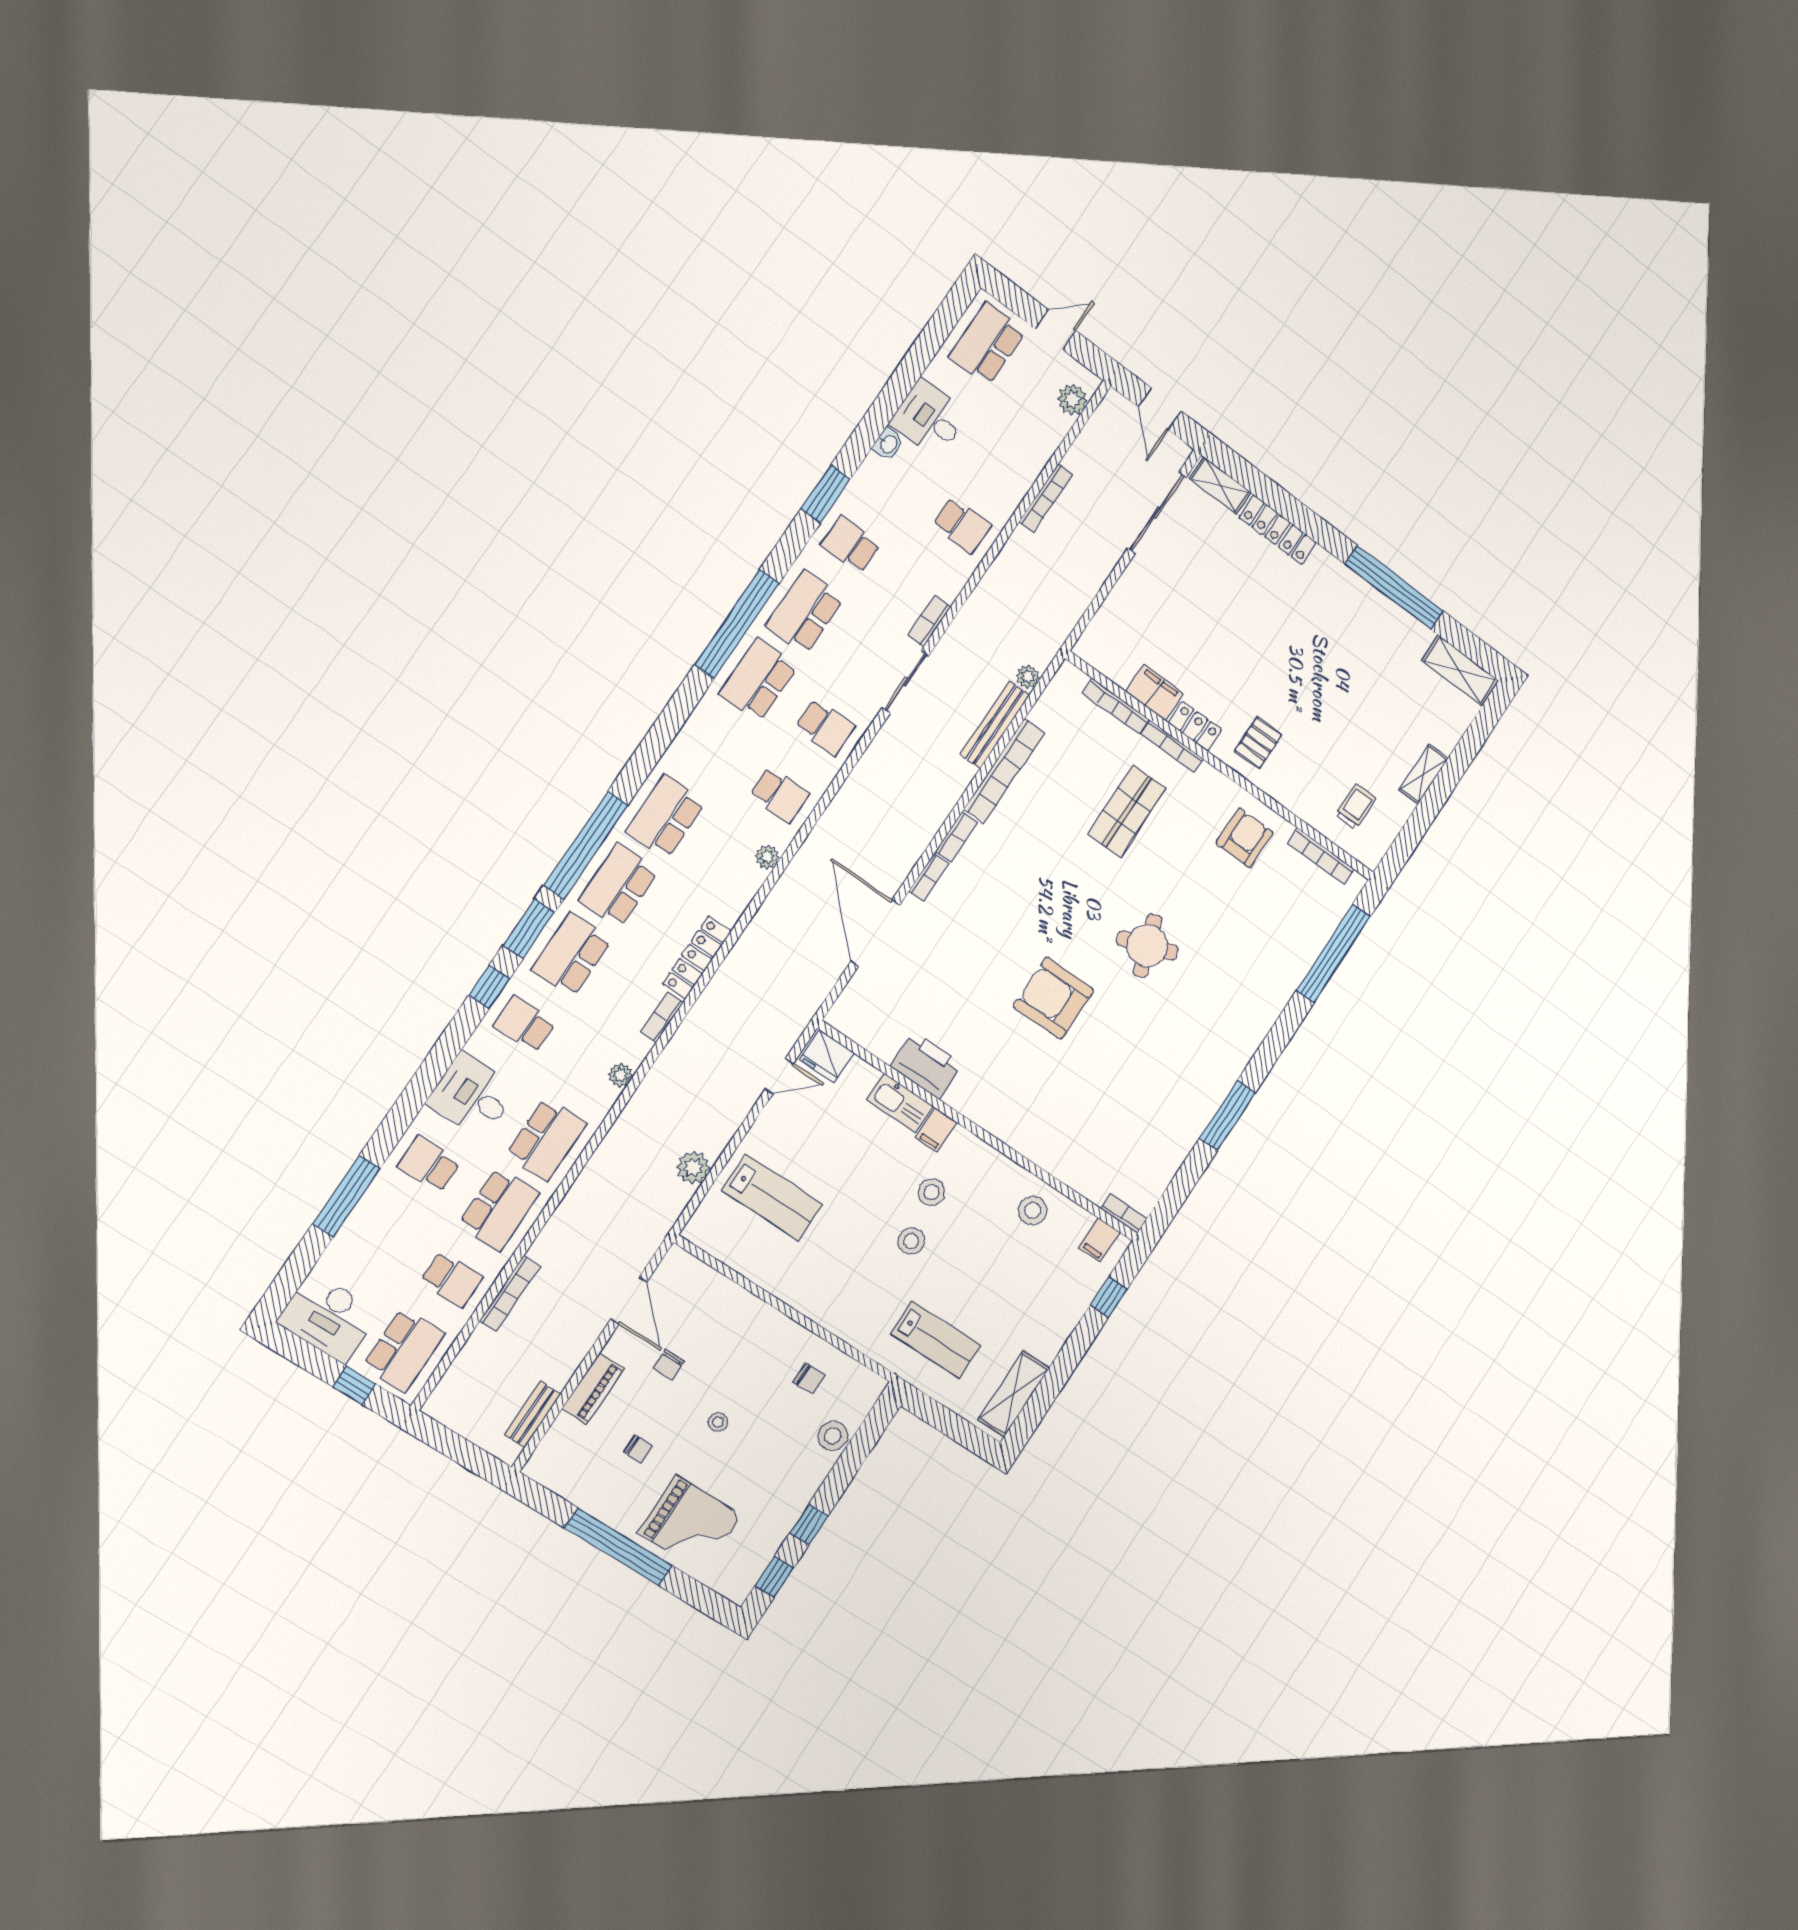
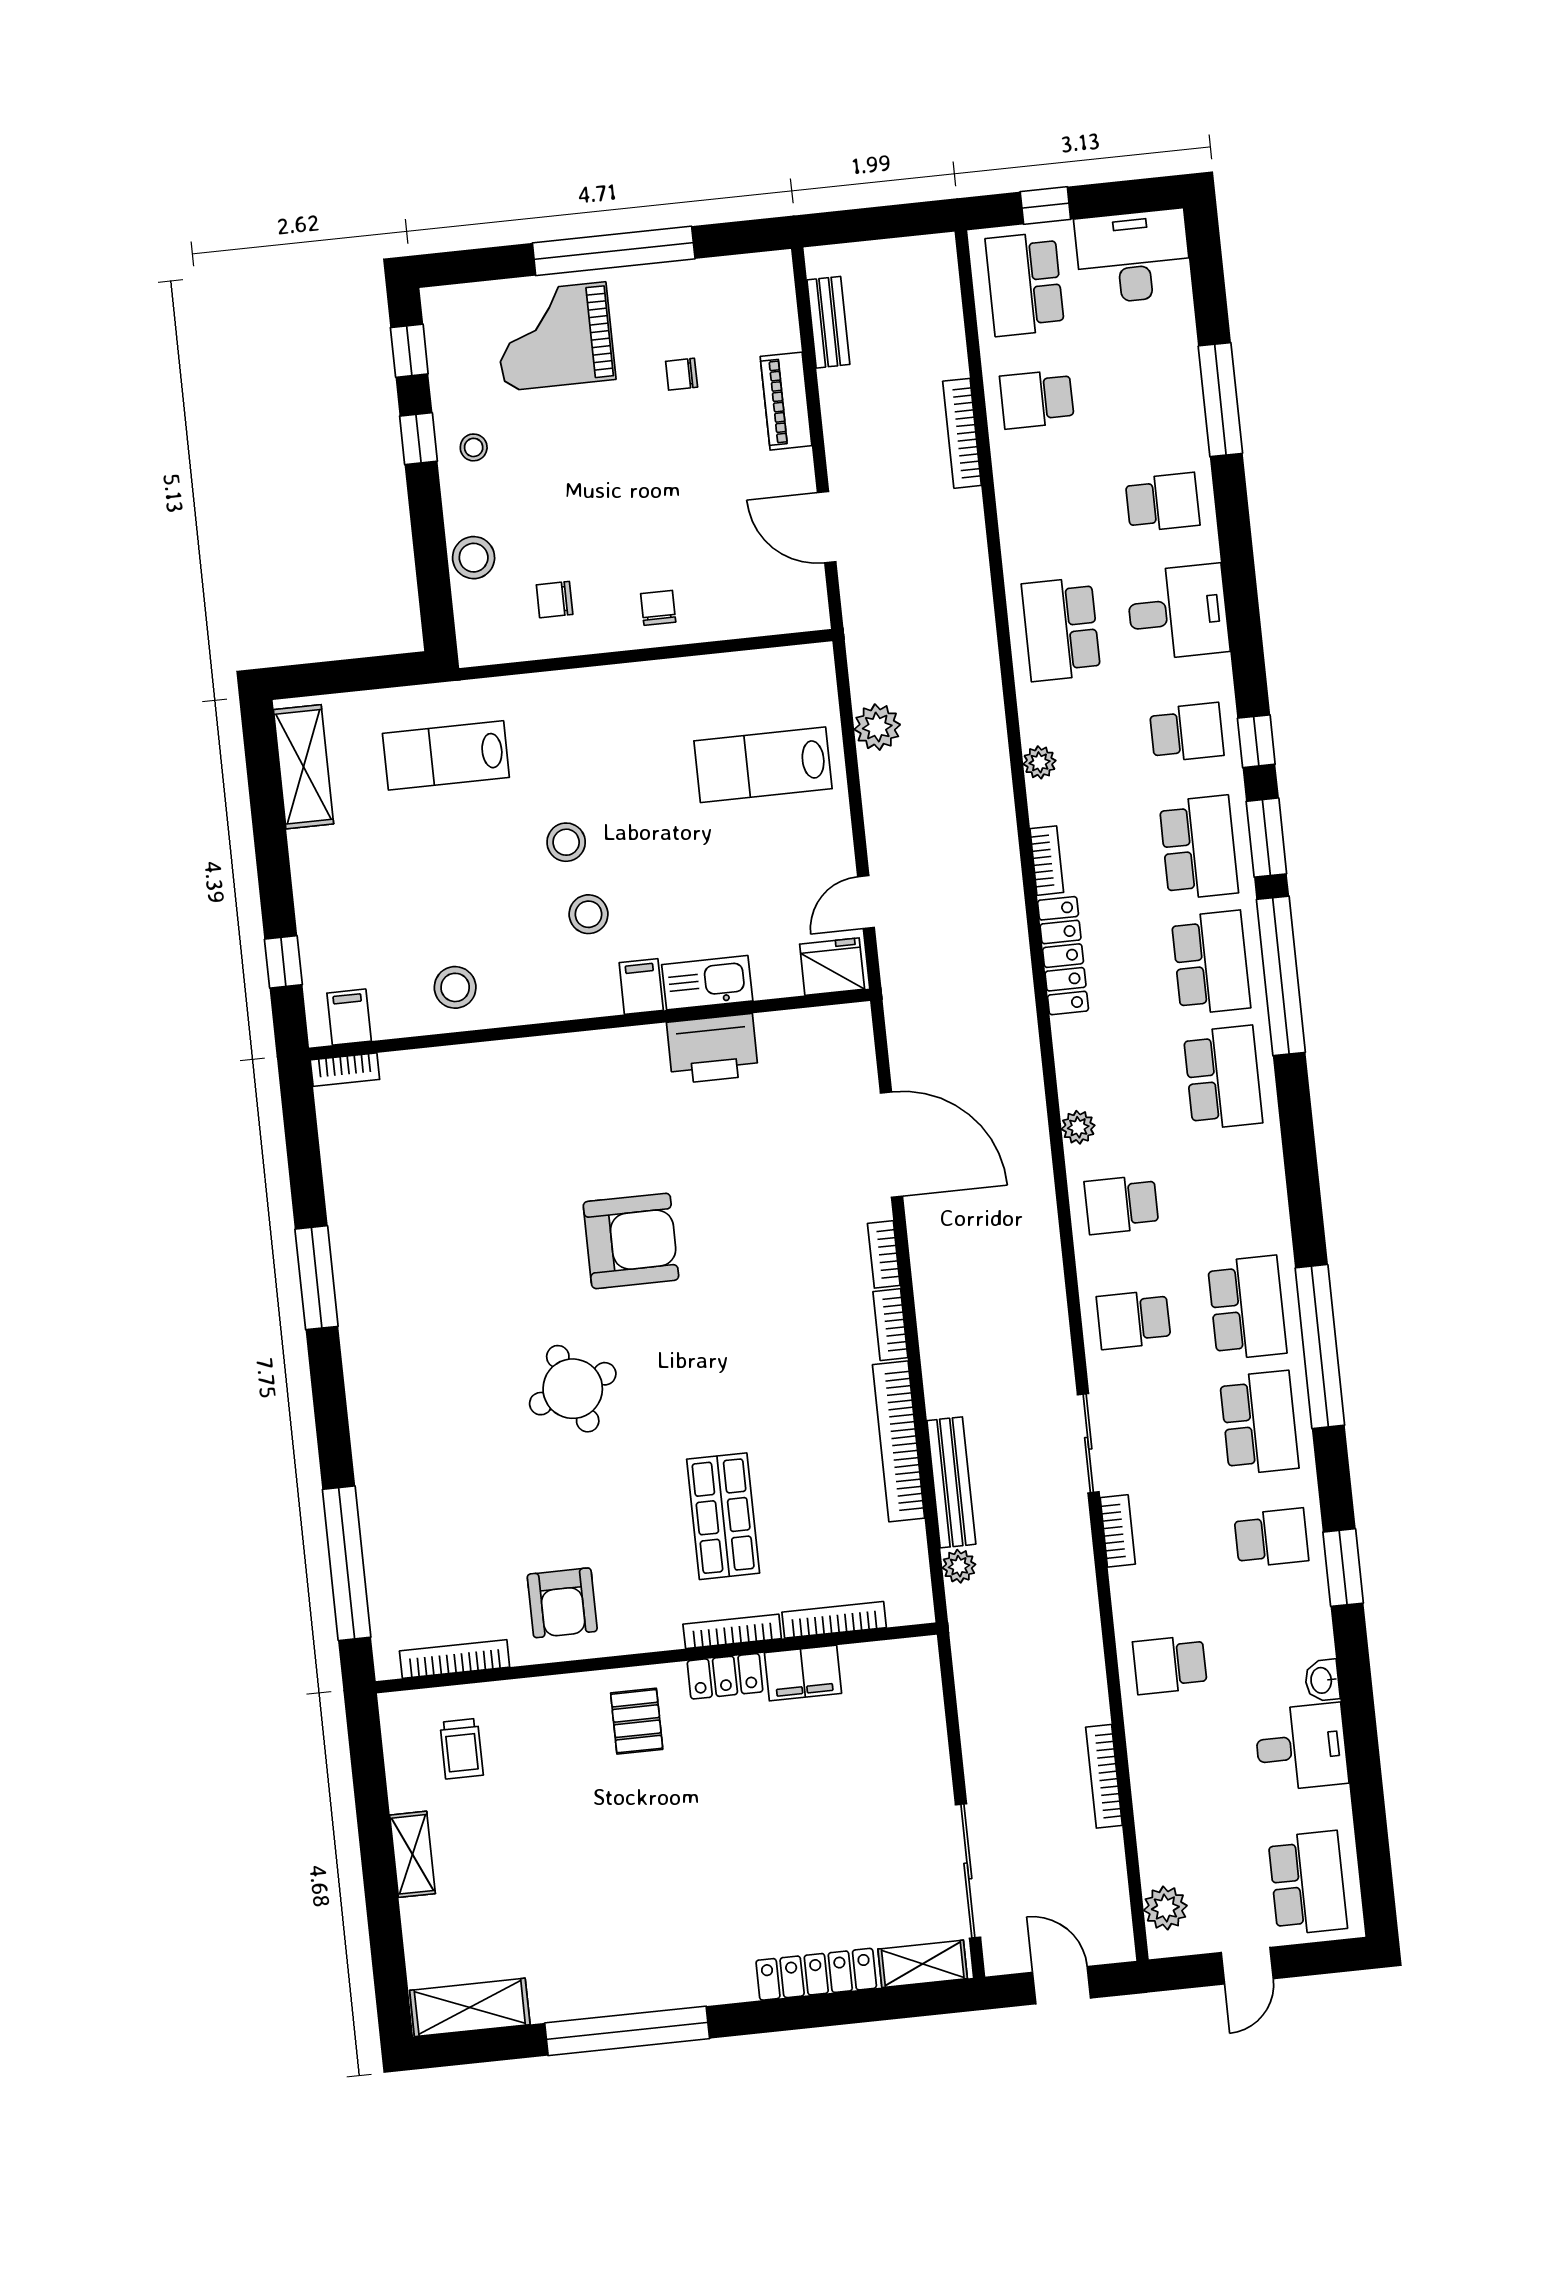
school desk: (499, 1209) -> (1049, 514), removed
chair: (669, 1365) -> (658, 608), moved
stool: (718, 1422) -> (474, 447), moved

